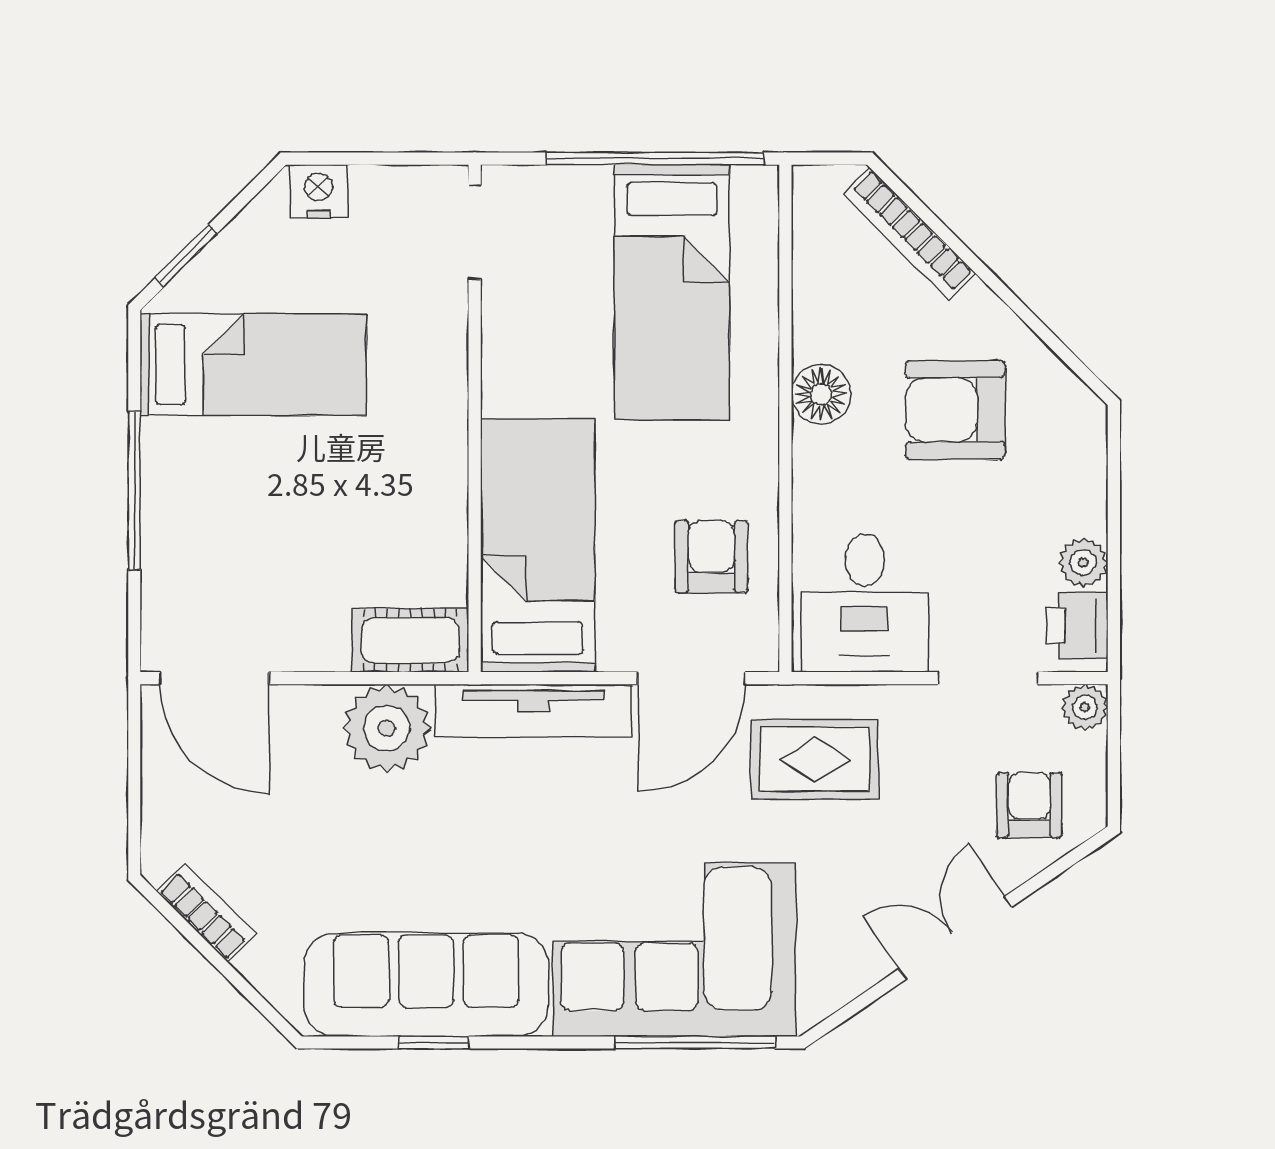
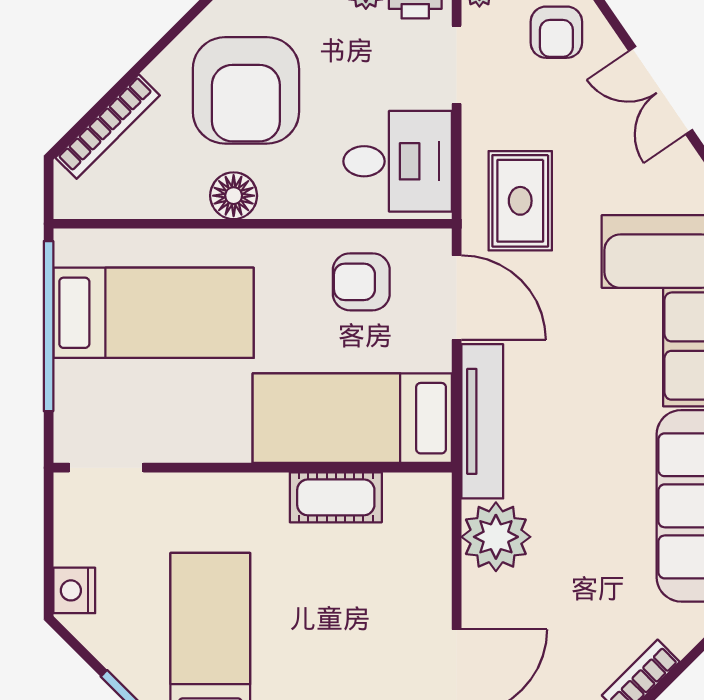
armchair: (955, 410) -> (246, 90), width x1.36, depth x1.36
cot: (410, 640) -> (336, 497), moved, turned 90
armchair: (1029, 805) -> (556, 32), turned -90

